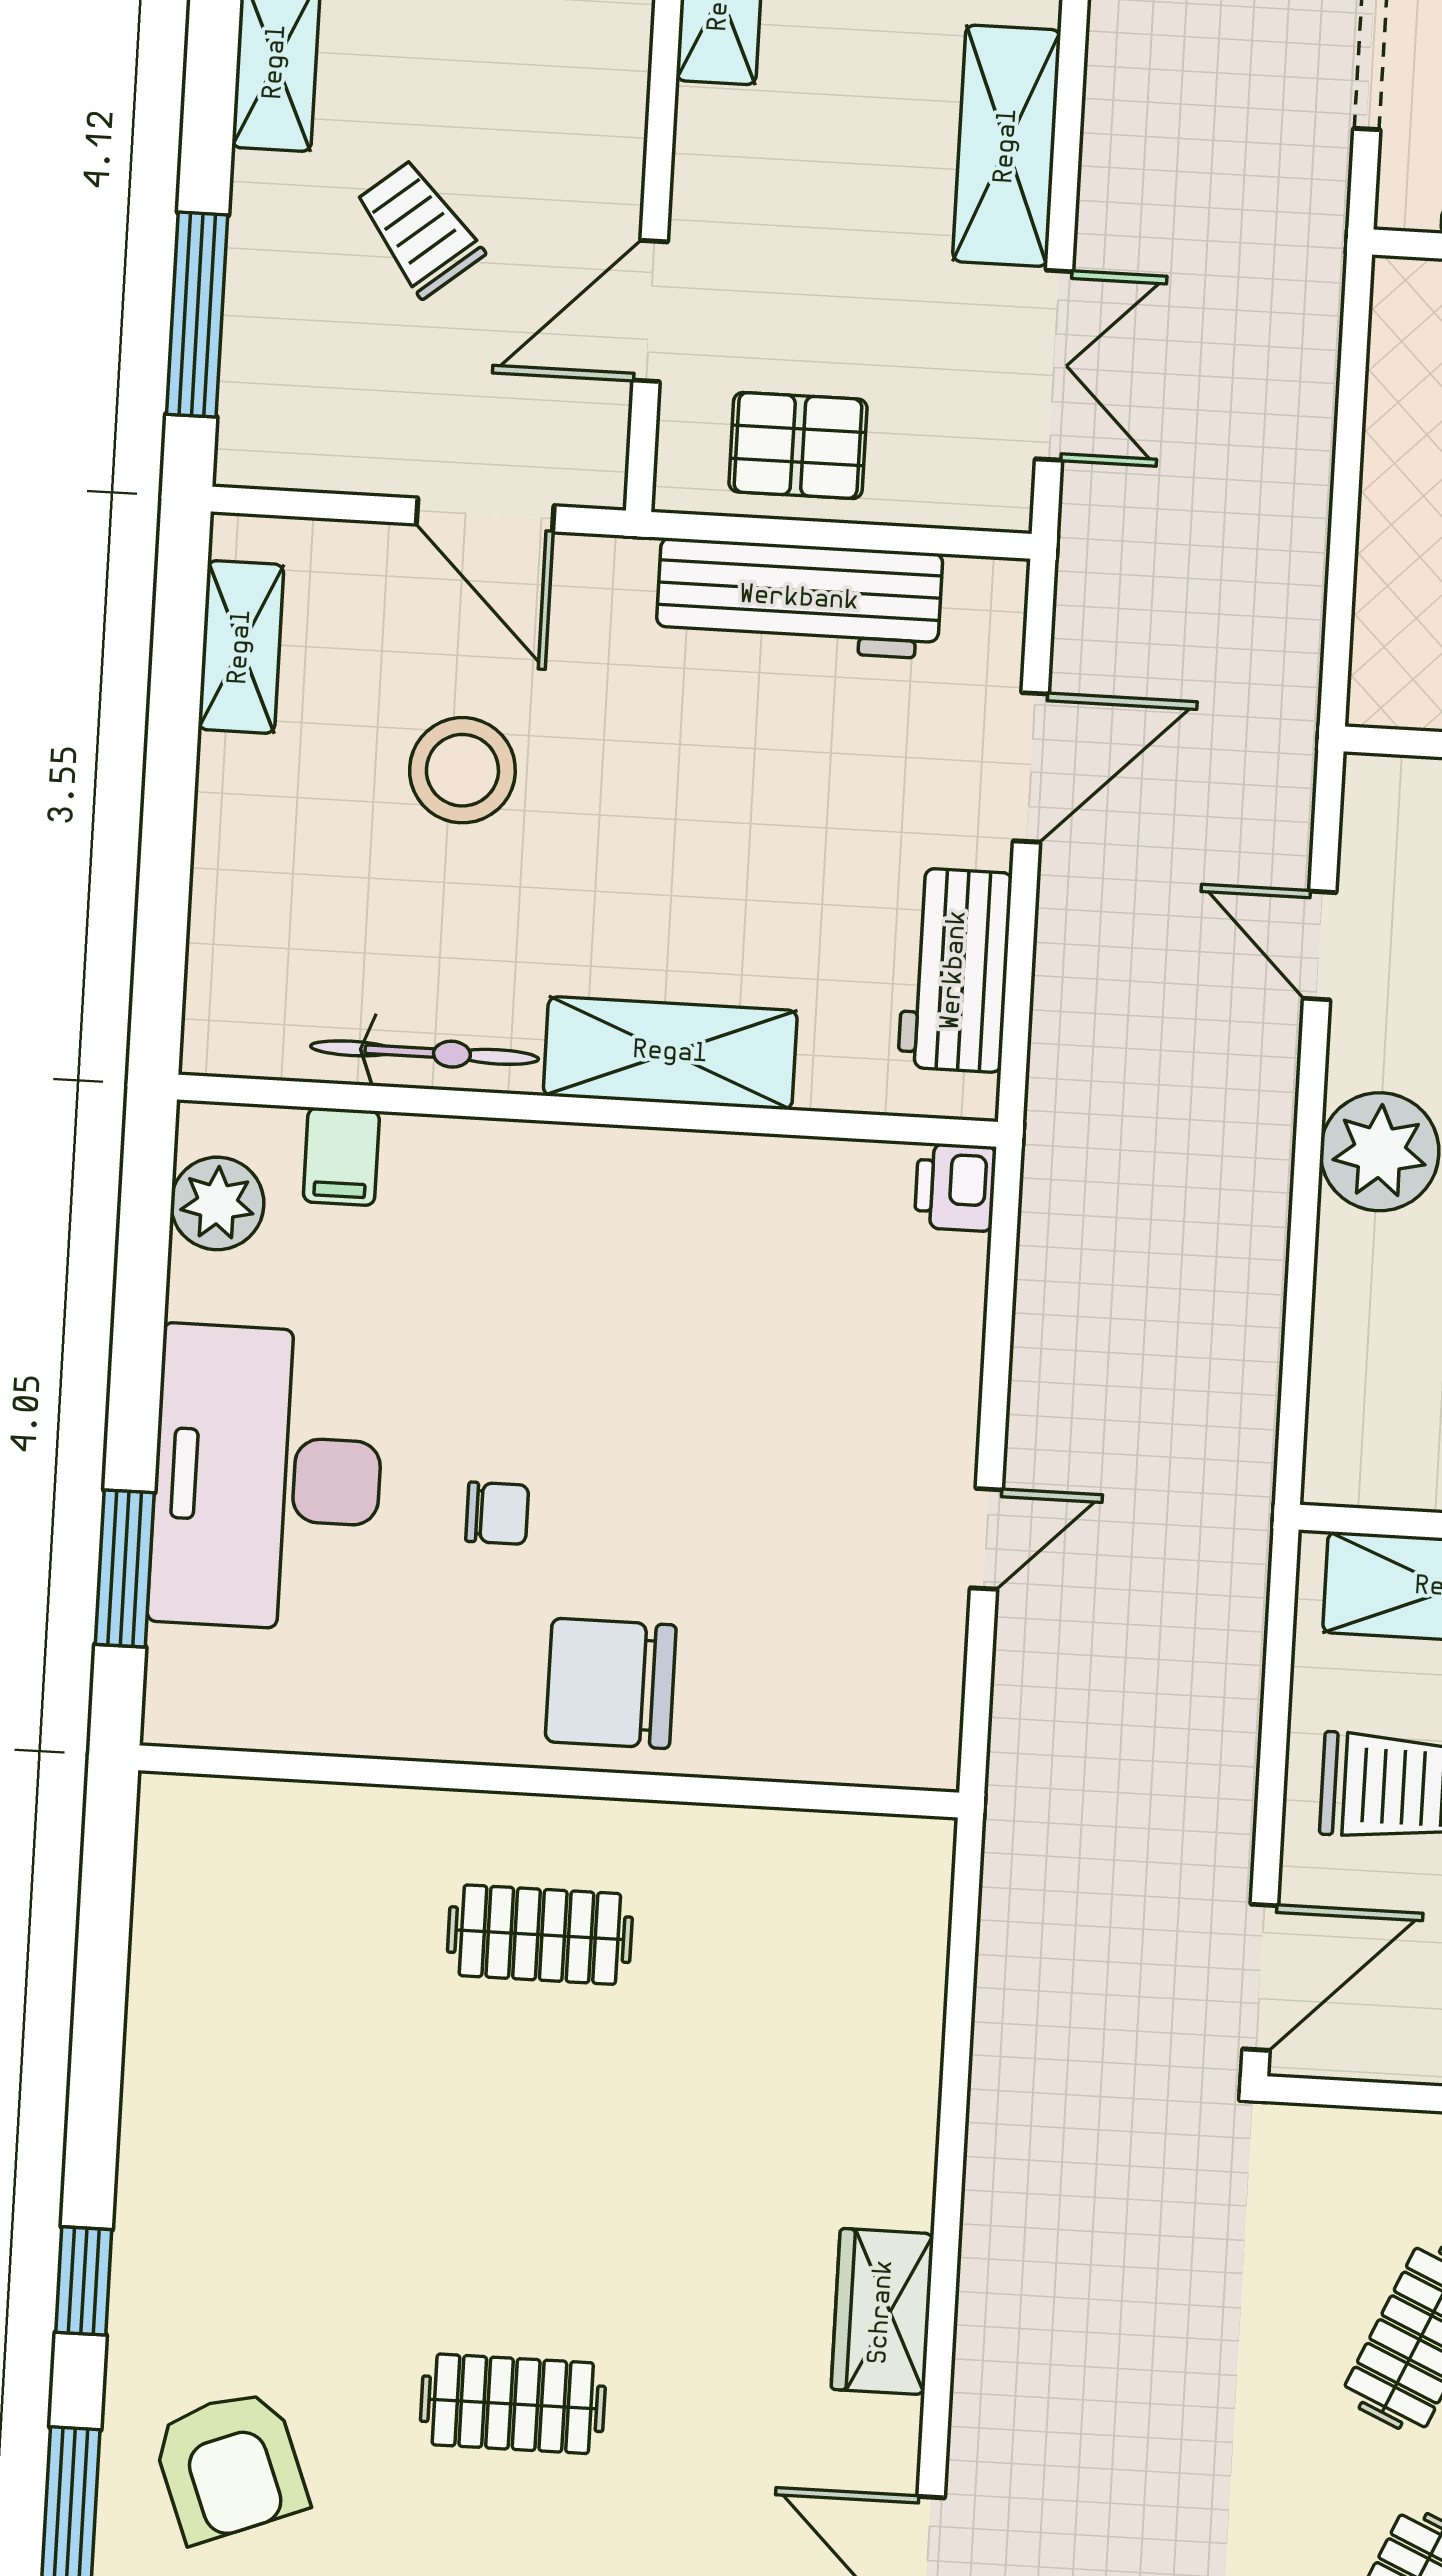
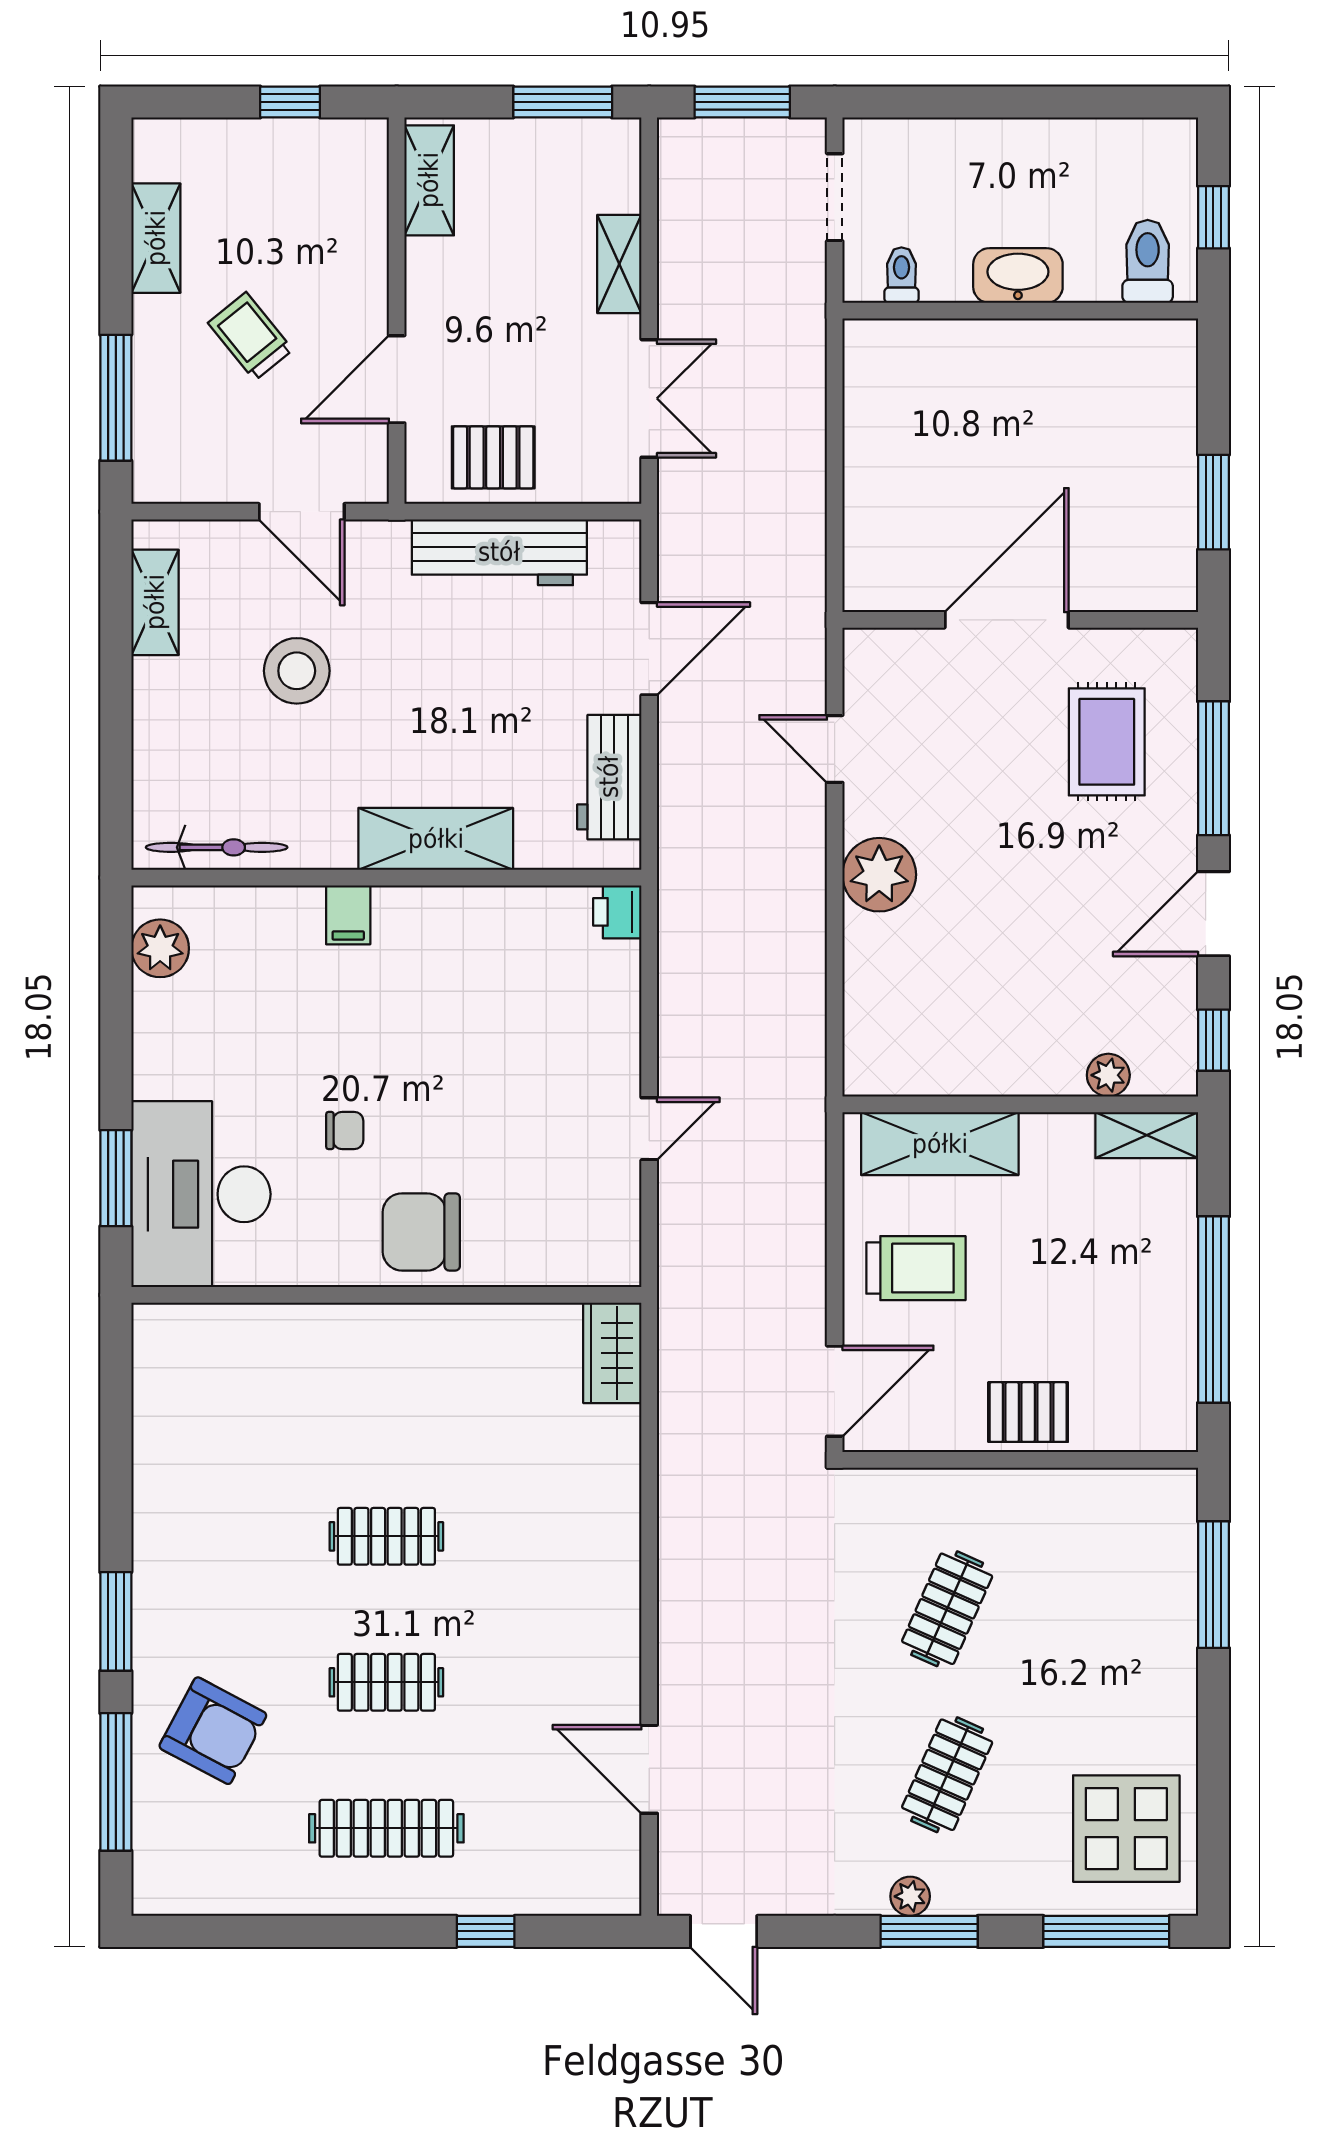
shelving: (1007, 146) -> (619, 264), width x0.67, depth x0.75
bicycle: (425, 1053) -> (217, 847), moved
filing cabinet: (341, 1157) -> (348, 915), moved
desk: (267, 1478) -> (201, 1194), moved
clothes rail: (540, 1935) -> (386, 1536), moved
window: (84, 2281) -> (116, 1621), width x1.50
wardrobe: (882, 2312) -> (612, 1353), moved
armchair: (230, 2465) -> (213, 1731), turned -41

